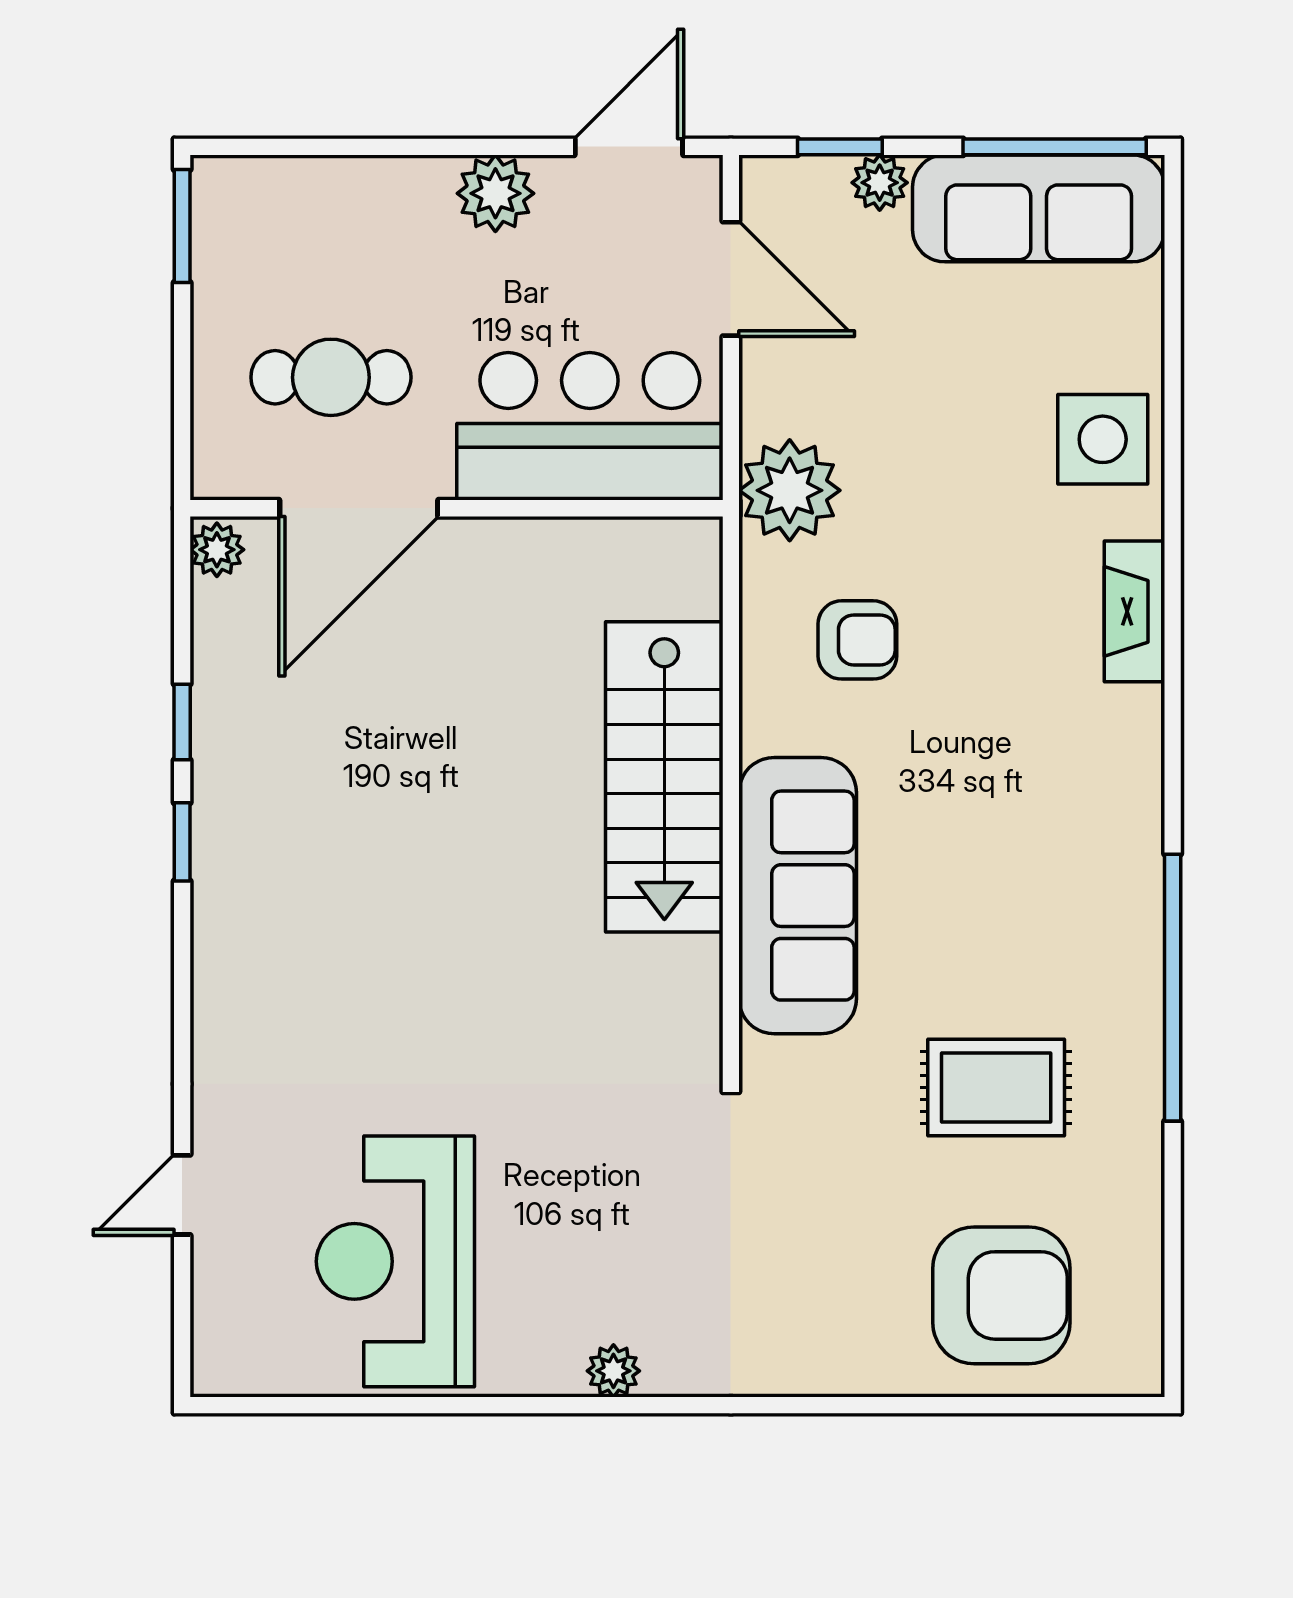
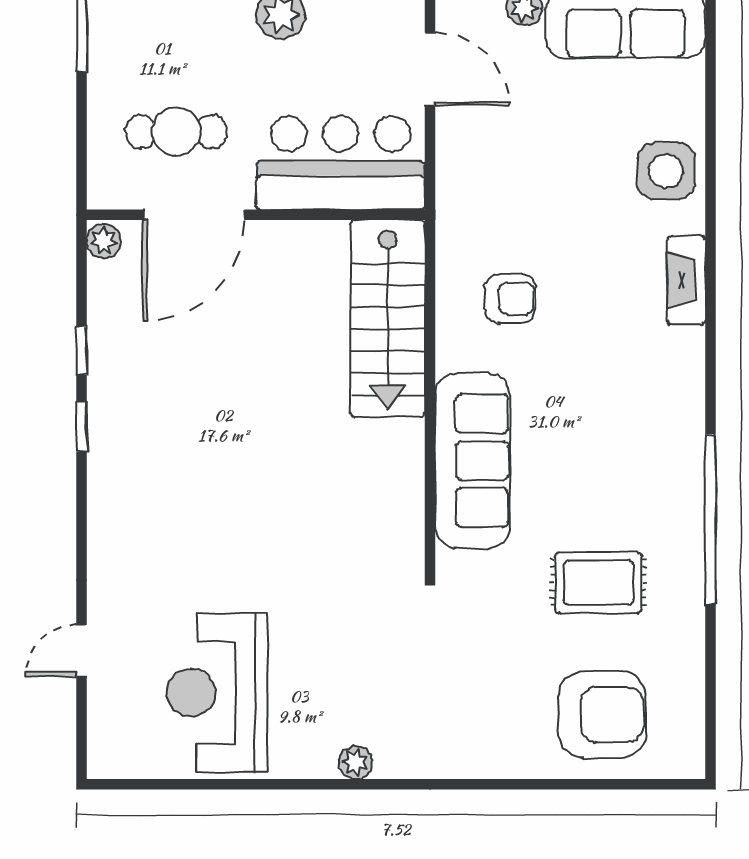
plant: (790, 490) -> (467, 203), removed
stairs: (664, 777) -> (388, 318), moved

